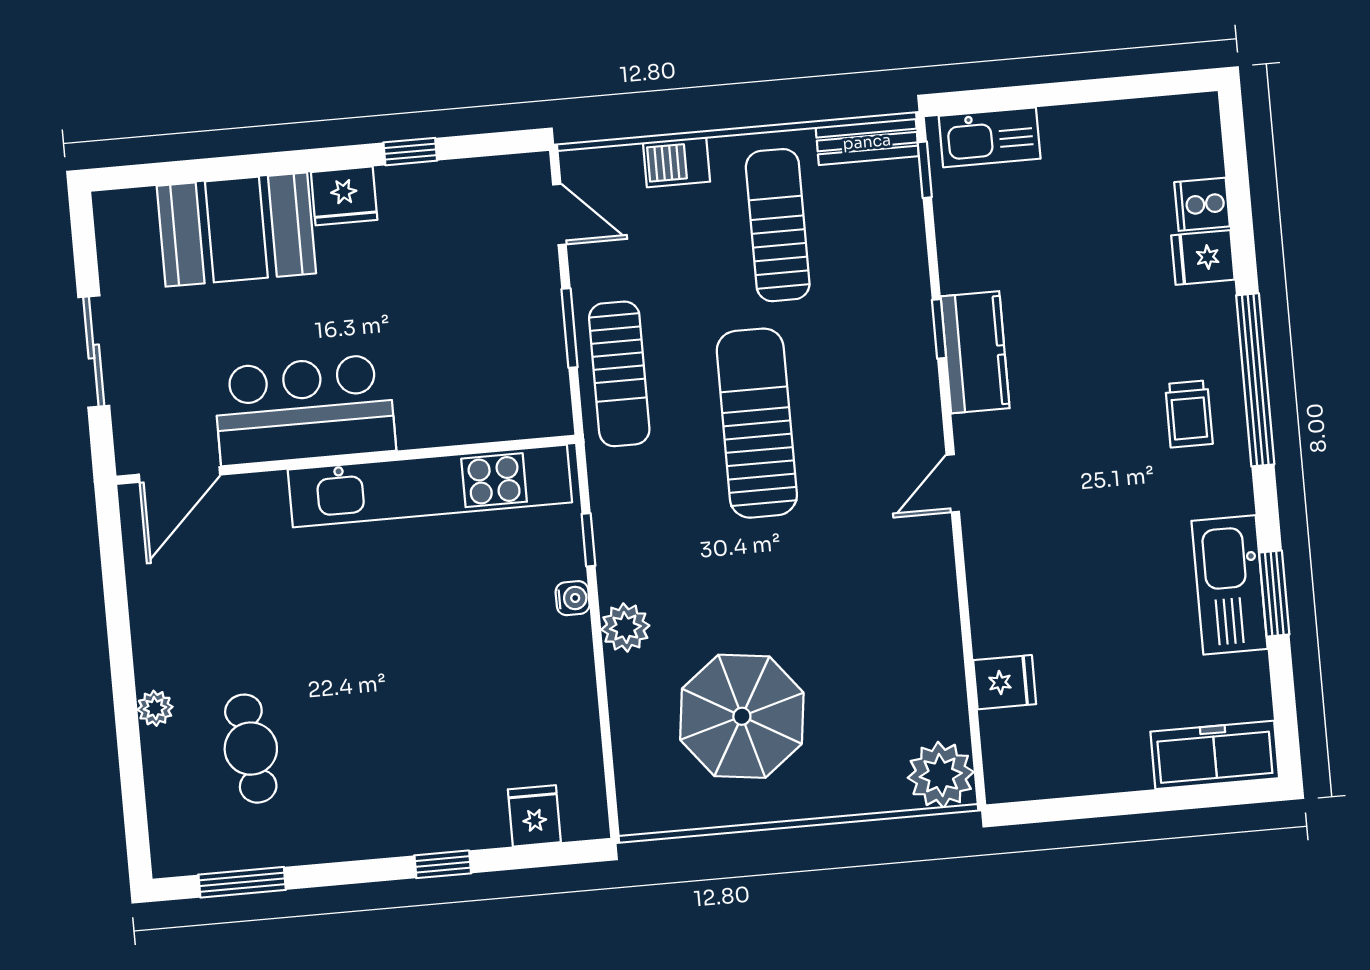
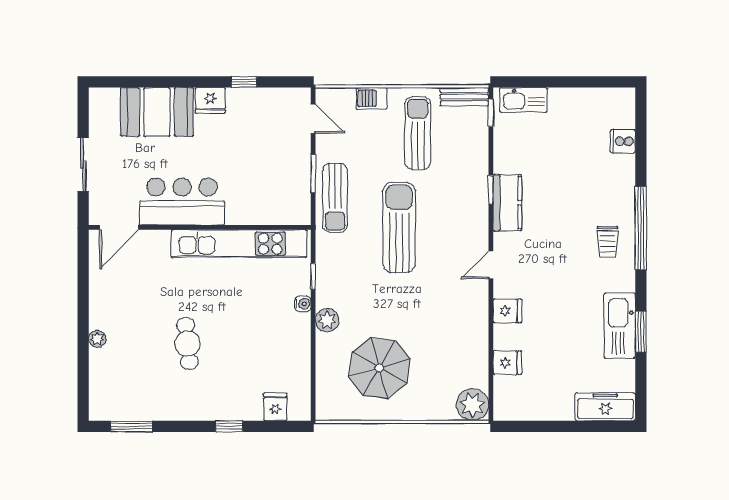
fridge: (1203, 257) -> (507, 311), moved, turned 180
cafe table: (251, 749) -> (188, 344), moved

